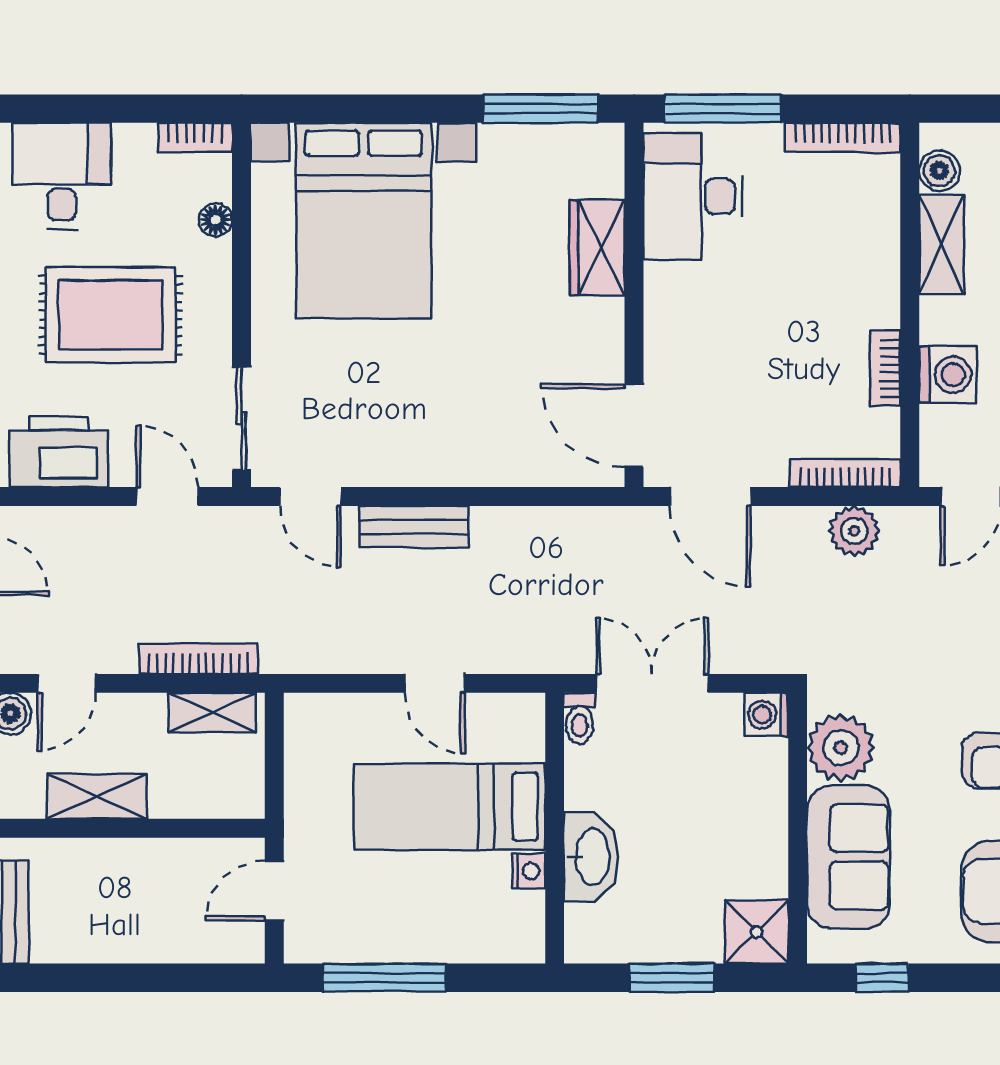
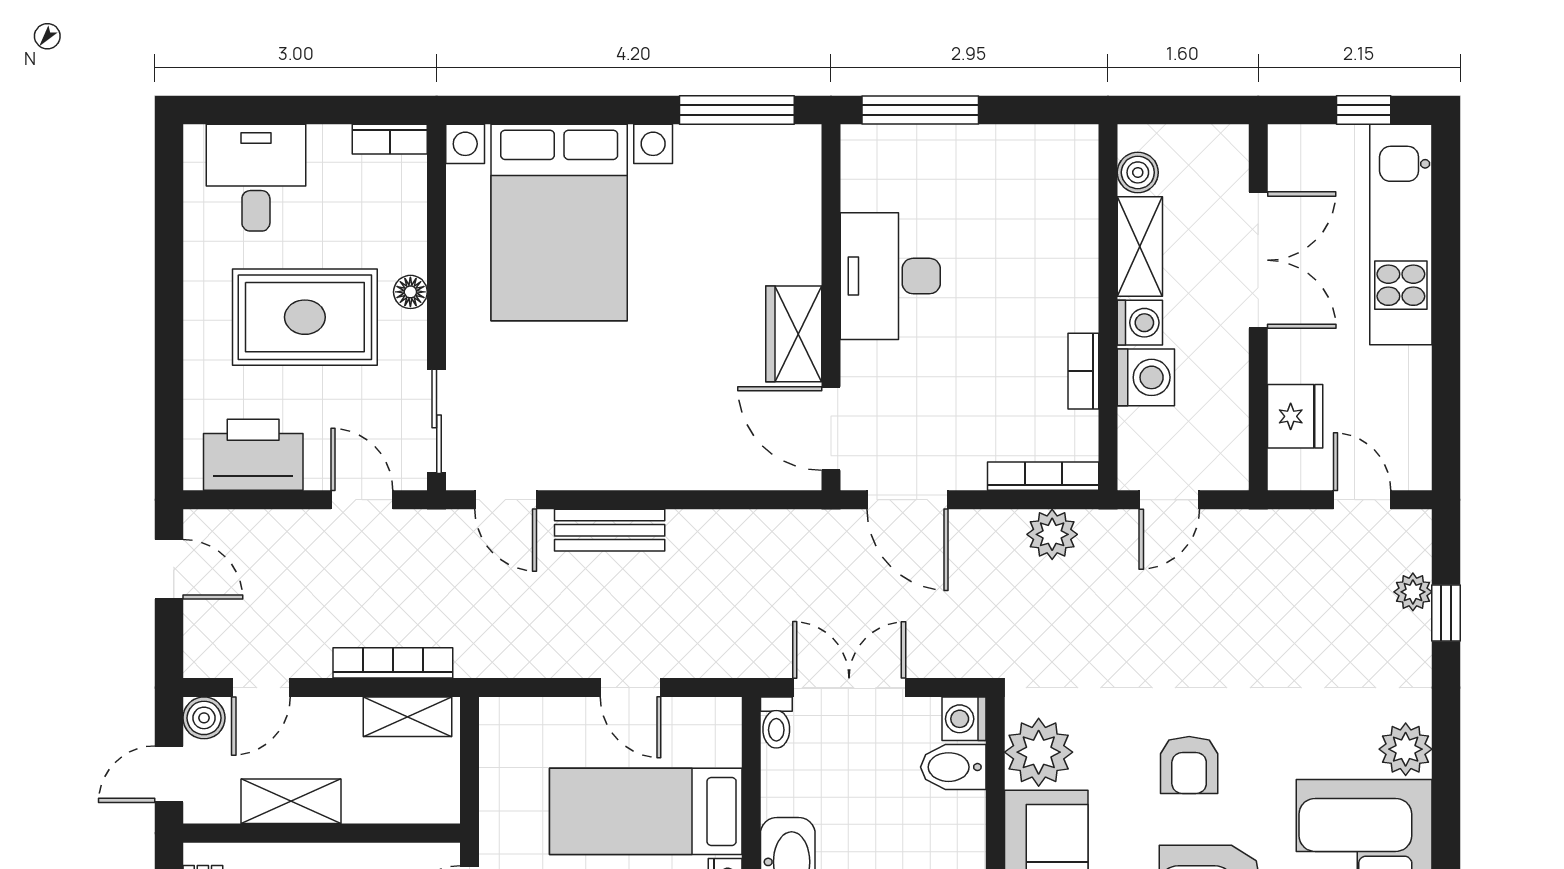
bookcase: (843, 137) -> (1040, 139), removed
desk: (693, 196) -> (890, 276), moved
floor lamp: (216, 220) -> (410, 292), moved
wardrobe: (597, 248) -> (794, 334), moved
washing machine: (942, 320) -> (1140, 323), added
bidet: (756, 762) -> (953, 767), added

